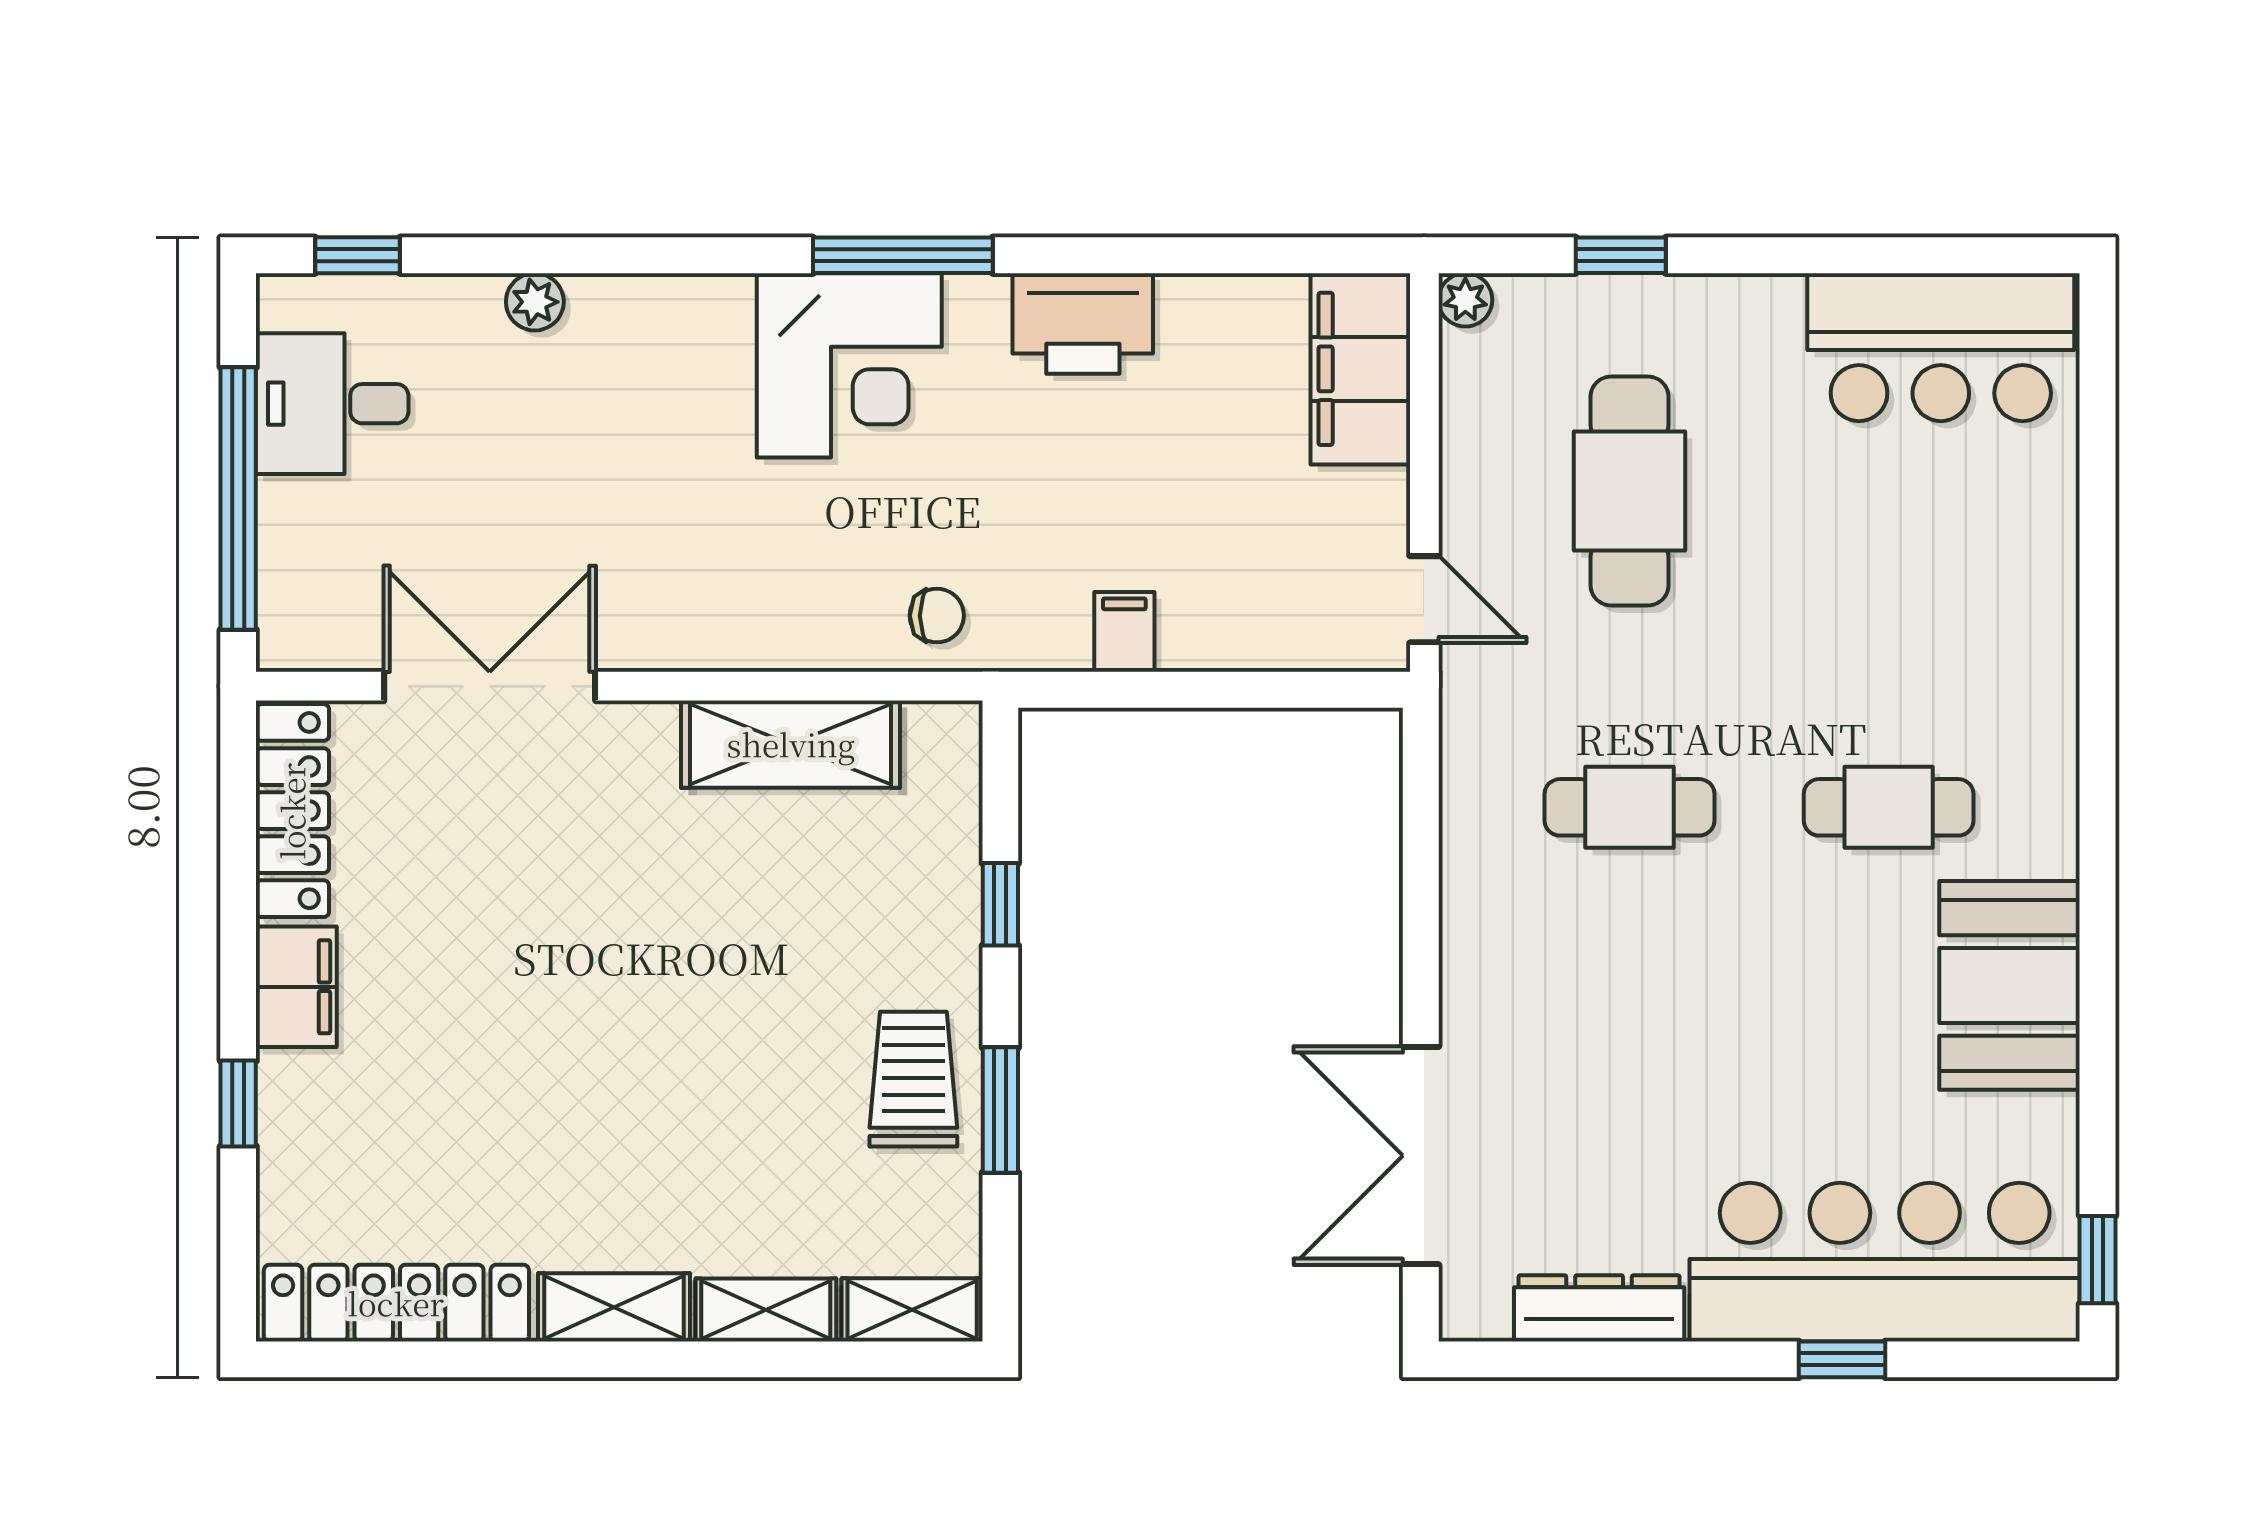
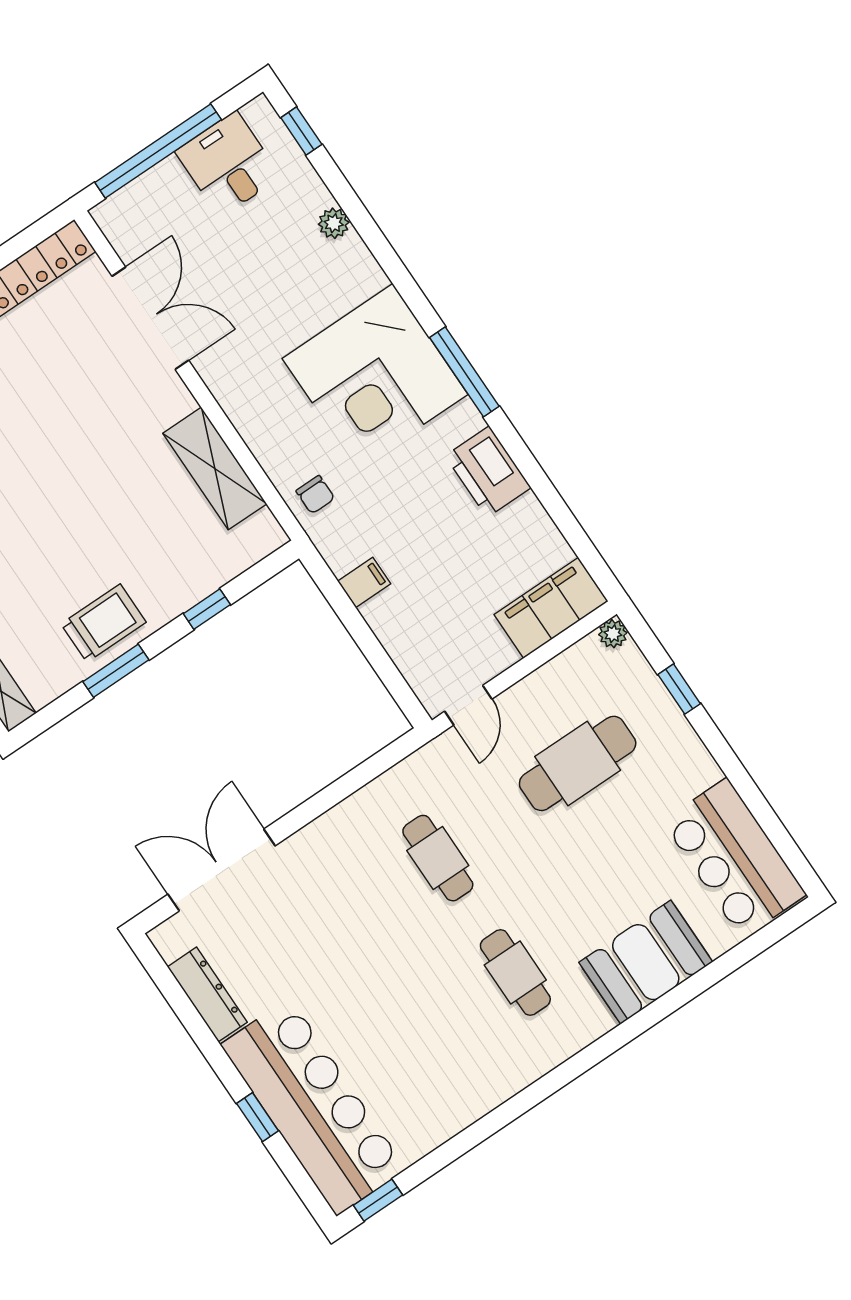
corner desk: (849, 365) -> (375, 376), width x1.36, depth x1.36
booth: (2010, 985) -> (646, 962), moved

